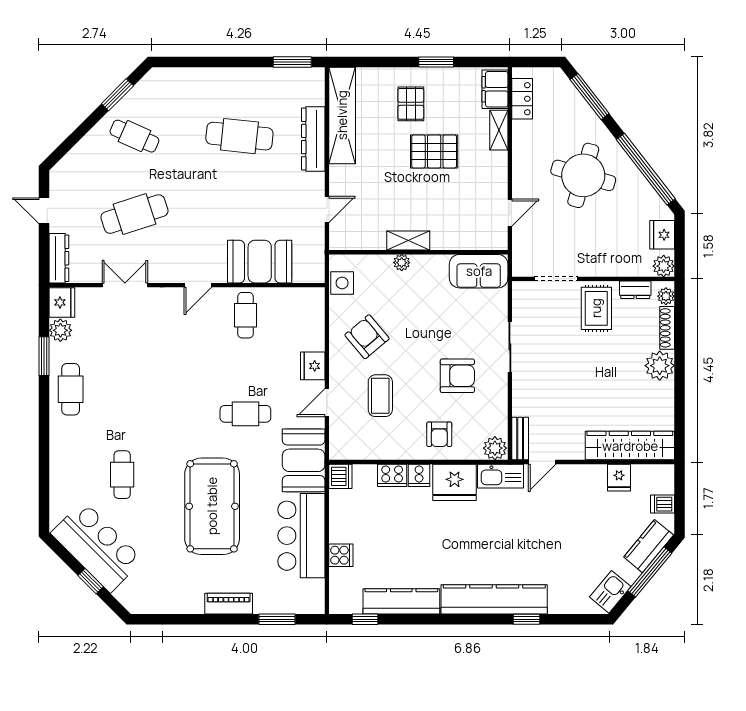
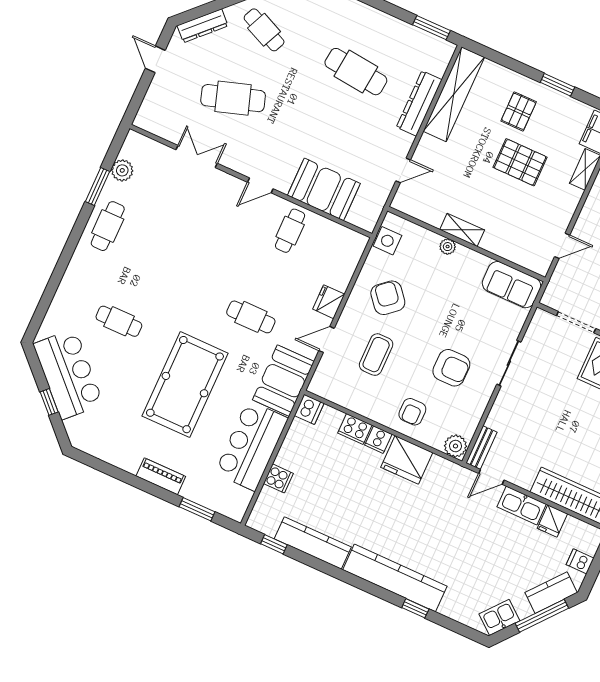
dresser: (59, 258) -> (203, 26), moved, turned 45
fridge: (62, 302) -> (135, 147), removed
cafe table: (122, 475) -> (119, 321), turned 90
kitchen sink: (501, 476) -> (522, 505), moved

